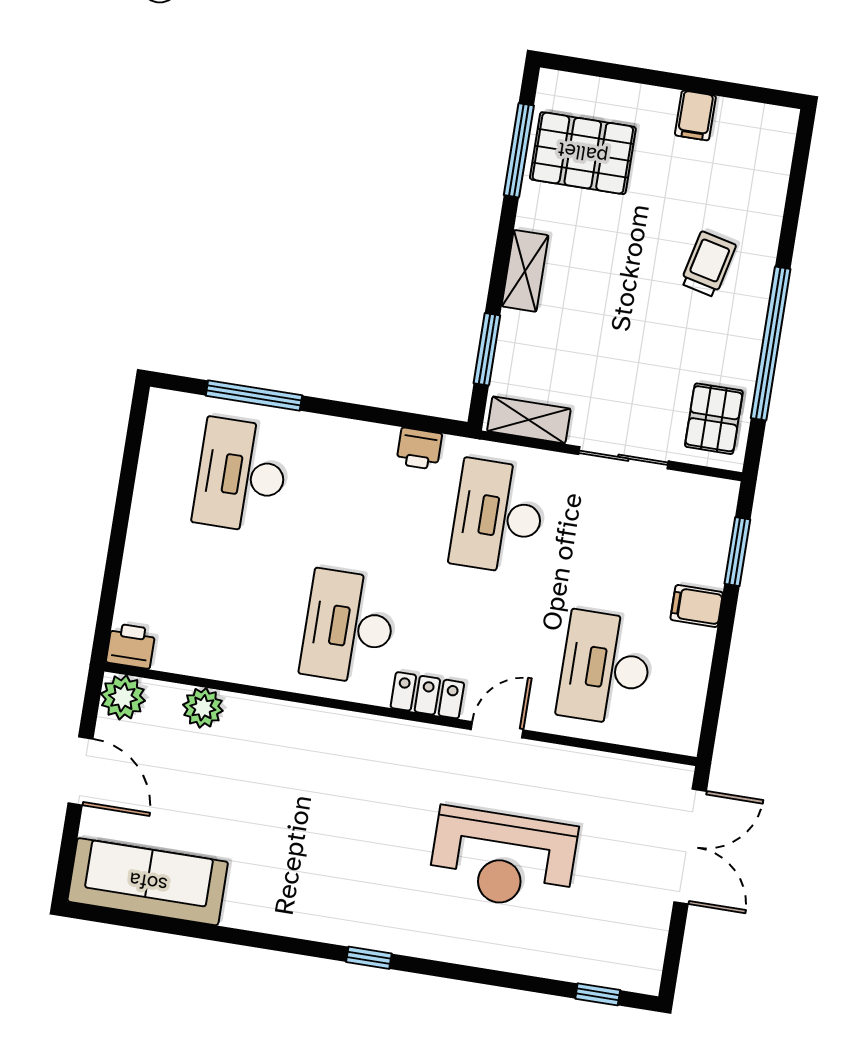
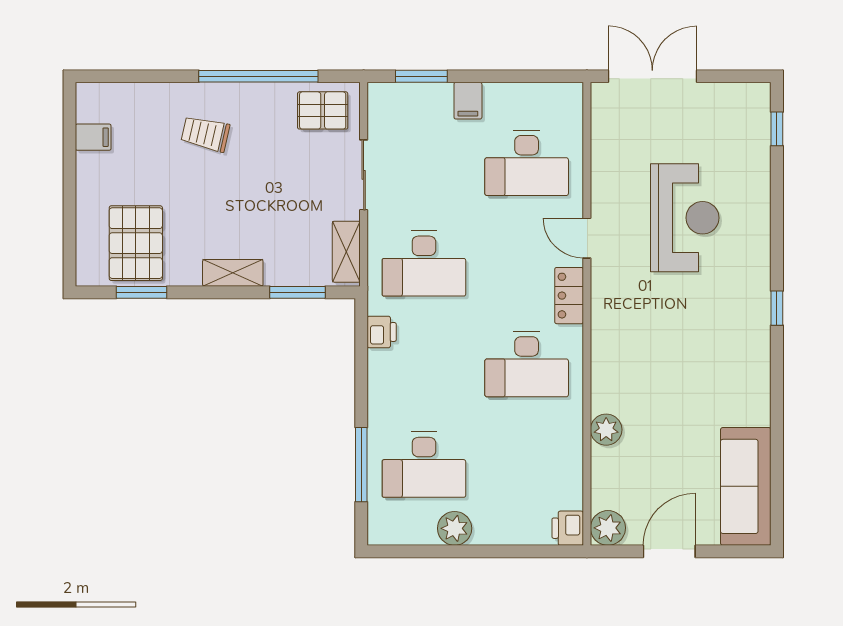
filing cabinet: (695, 115) -> (93, 137), moved
window: (519, 150) -> (141, 292), width x0.69
plant: (154, 502) -> (455, 528), added
plant: (203, 708) -> (606, 430), moved

